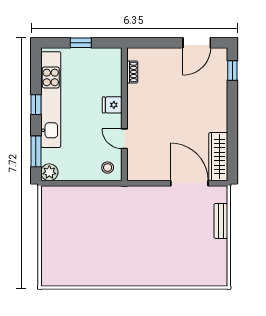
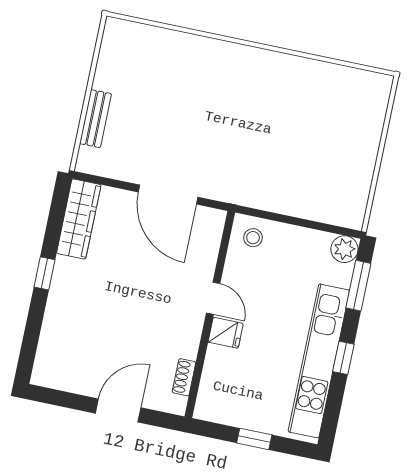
door: (197, 43) -> (118, 410), moved
window: (232, 71) -> (44, 273), moved
door: (124, 139) -> (213, 298), moved
door: (189, 183) -> (168, 195), moved

